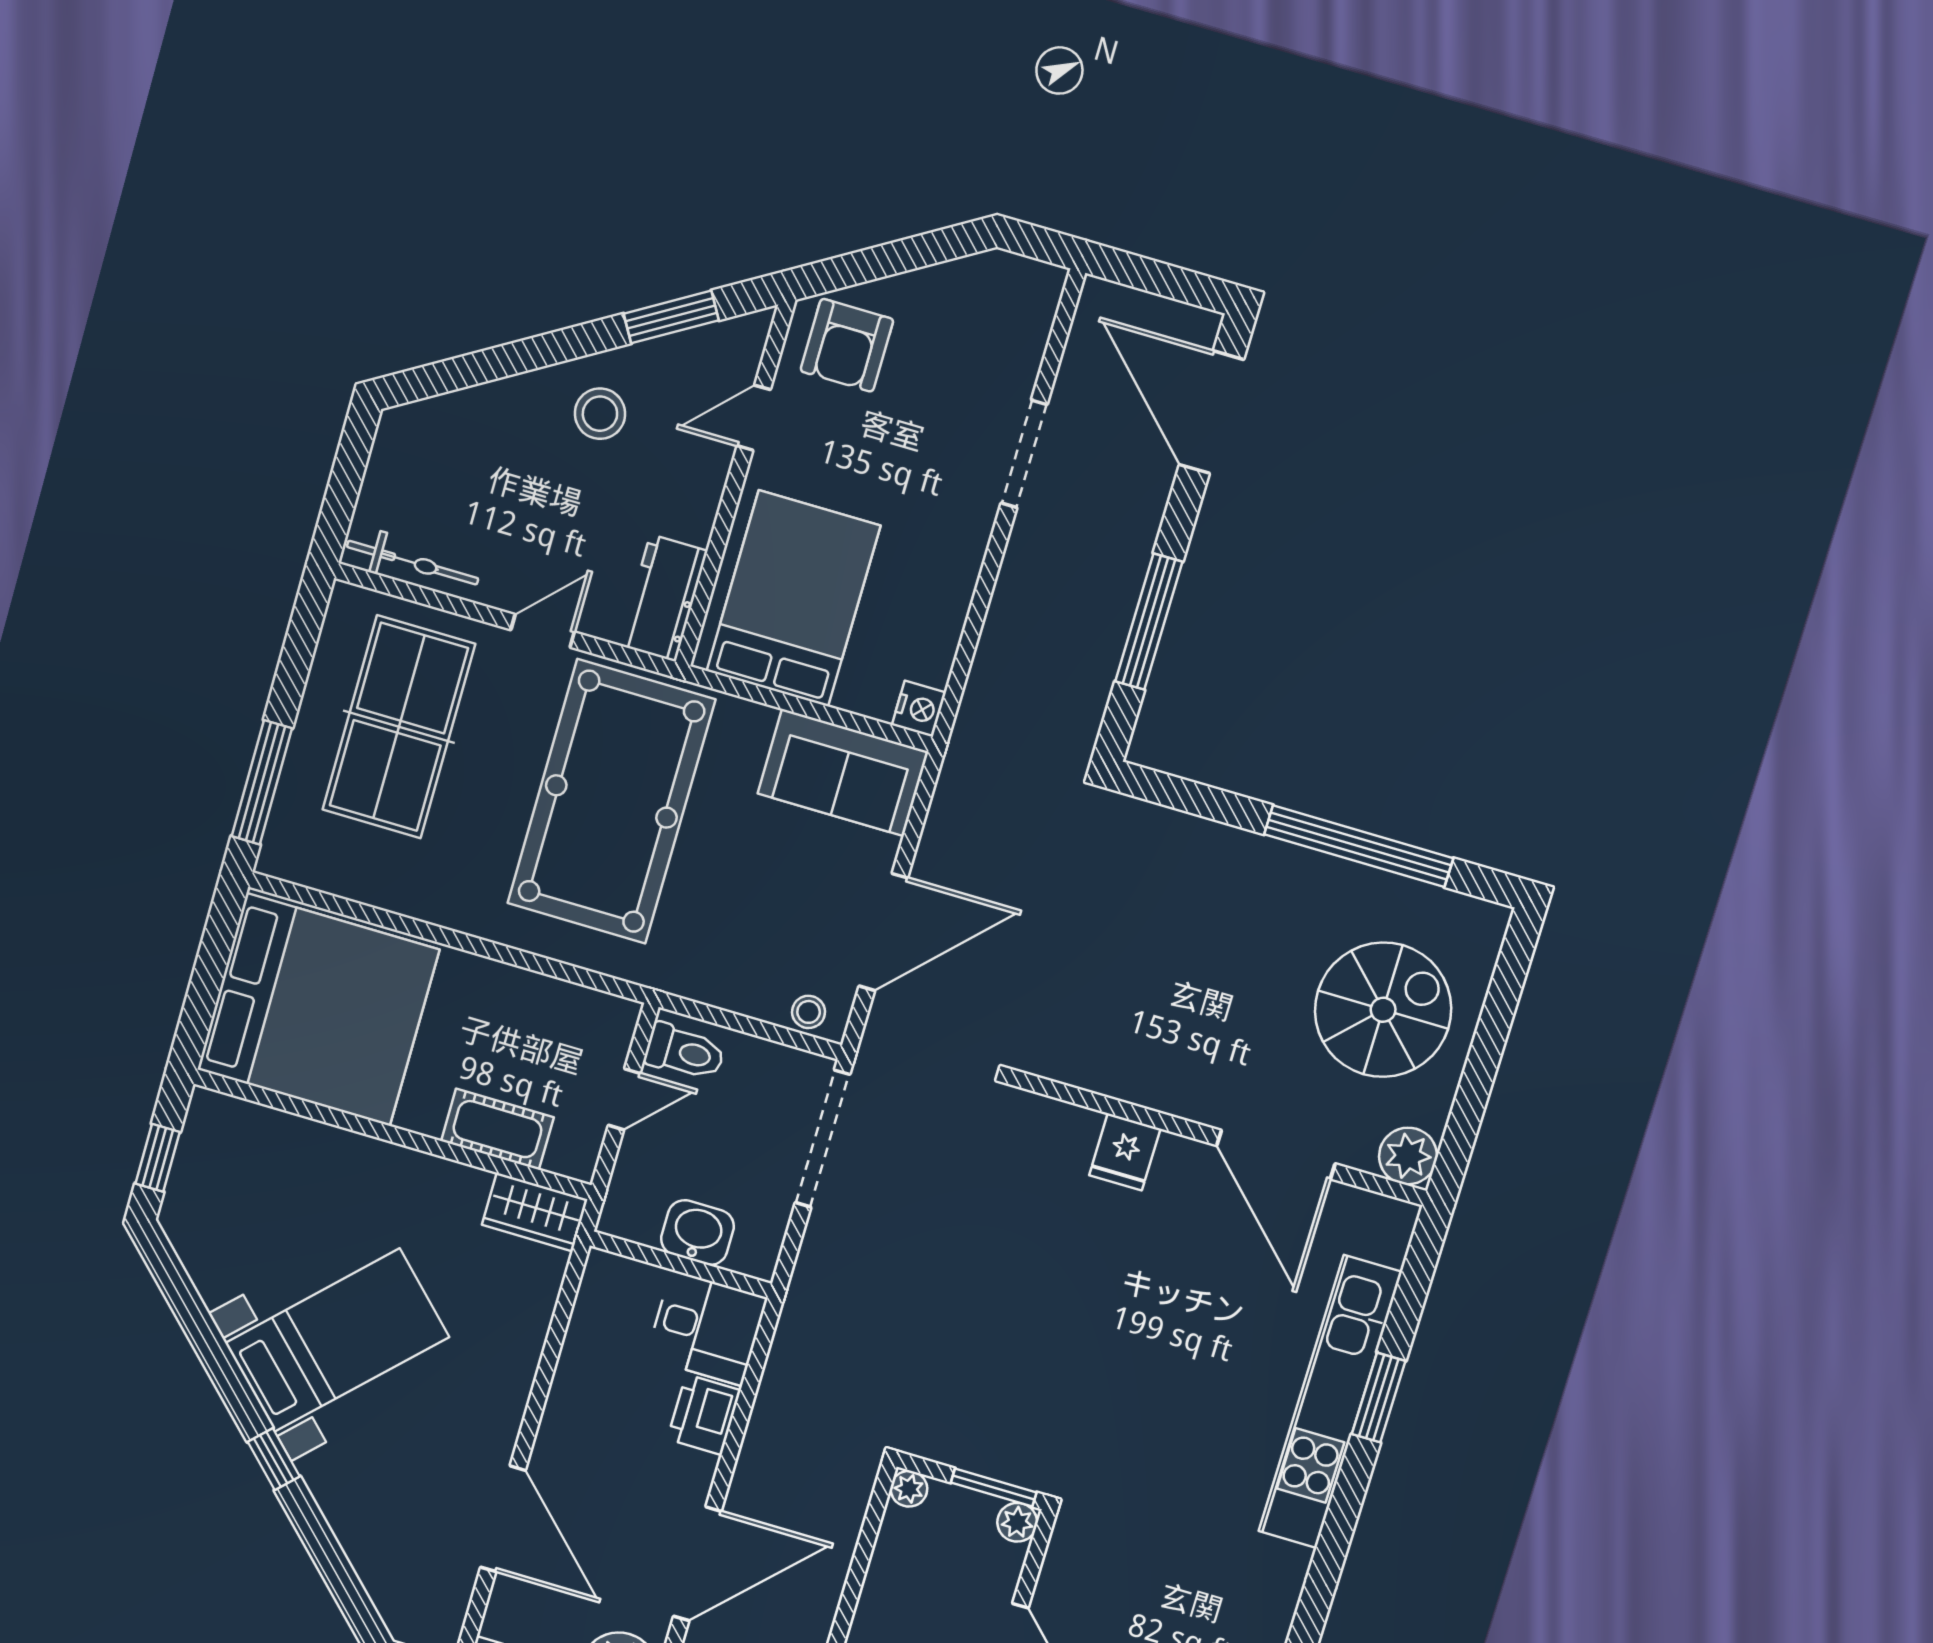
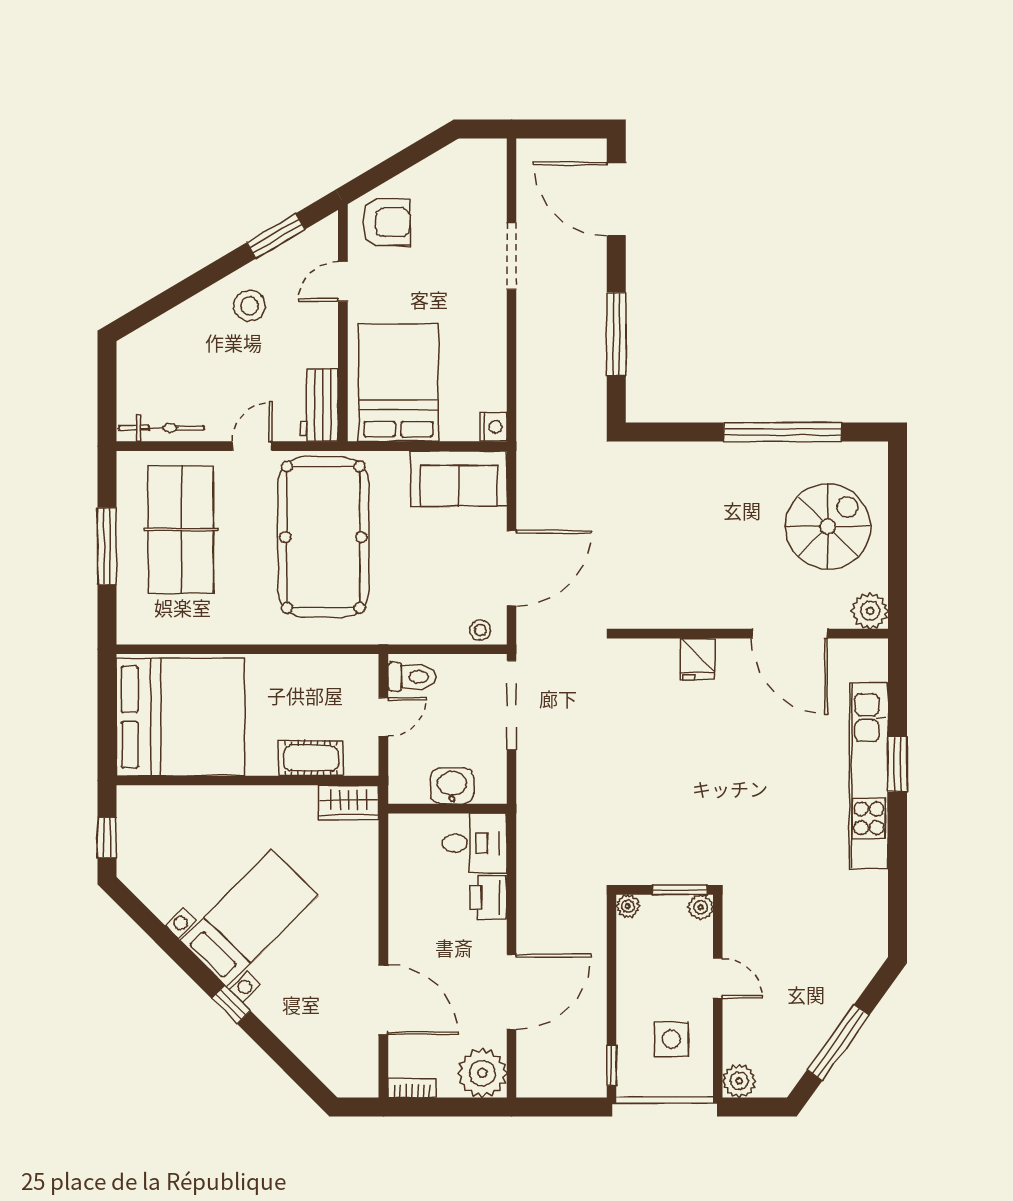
armchair: (847, 345) -> (386, 222), turned -90
window: (262, 782) -> (107, 546), moved

